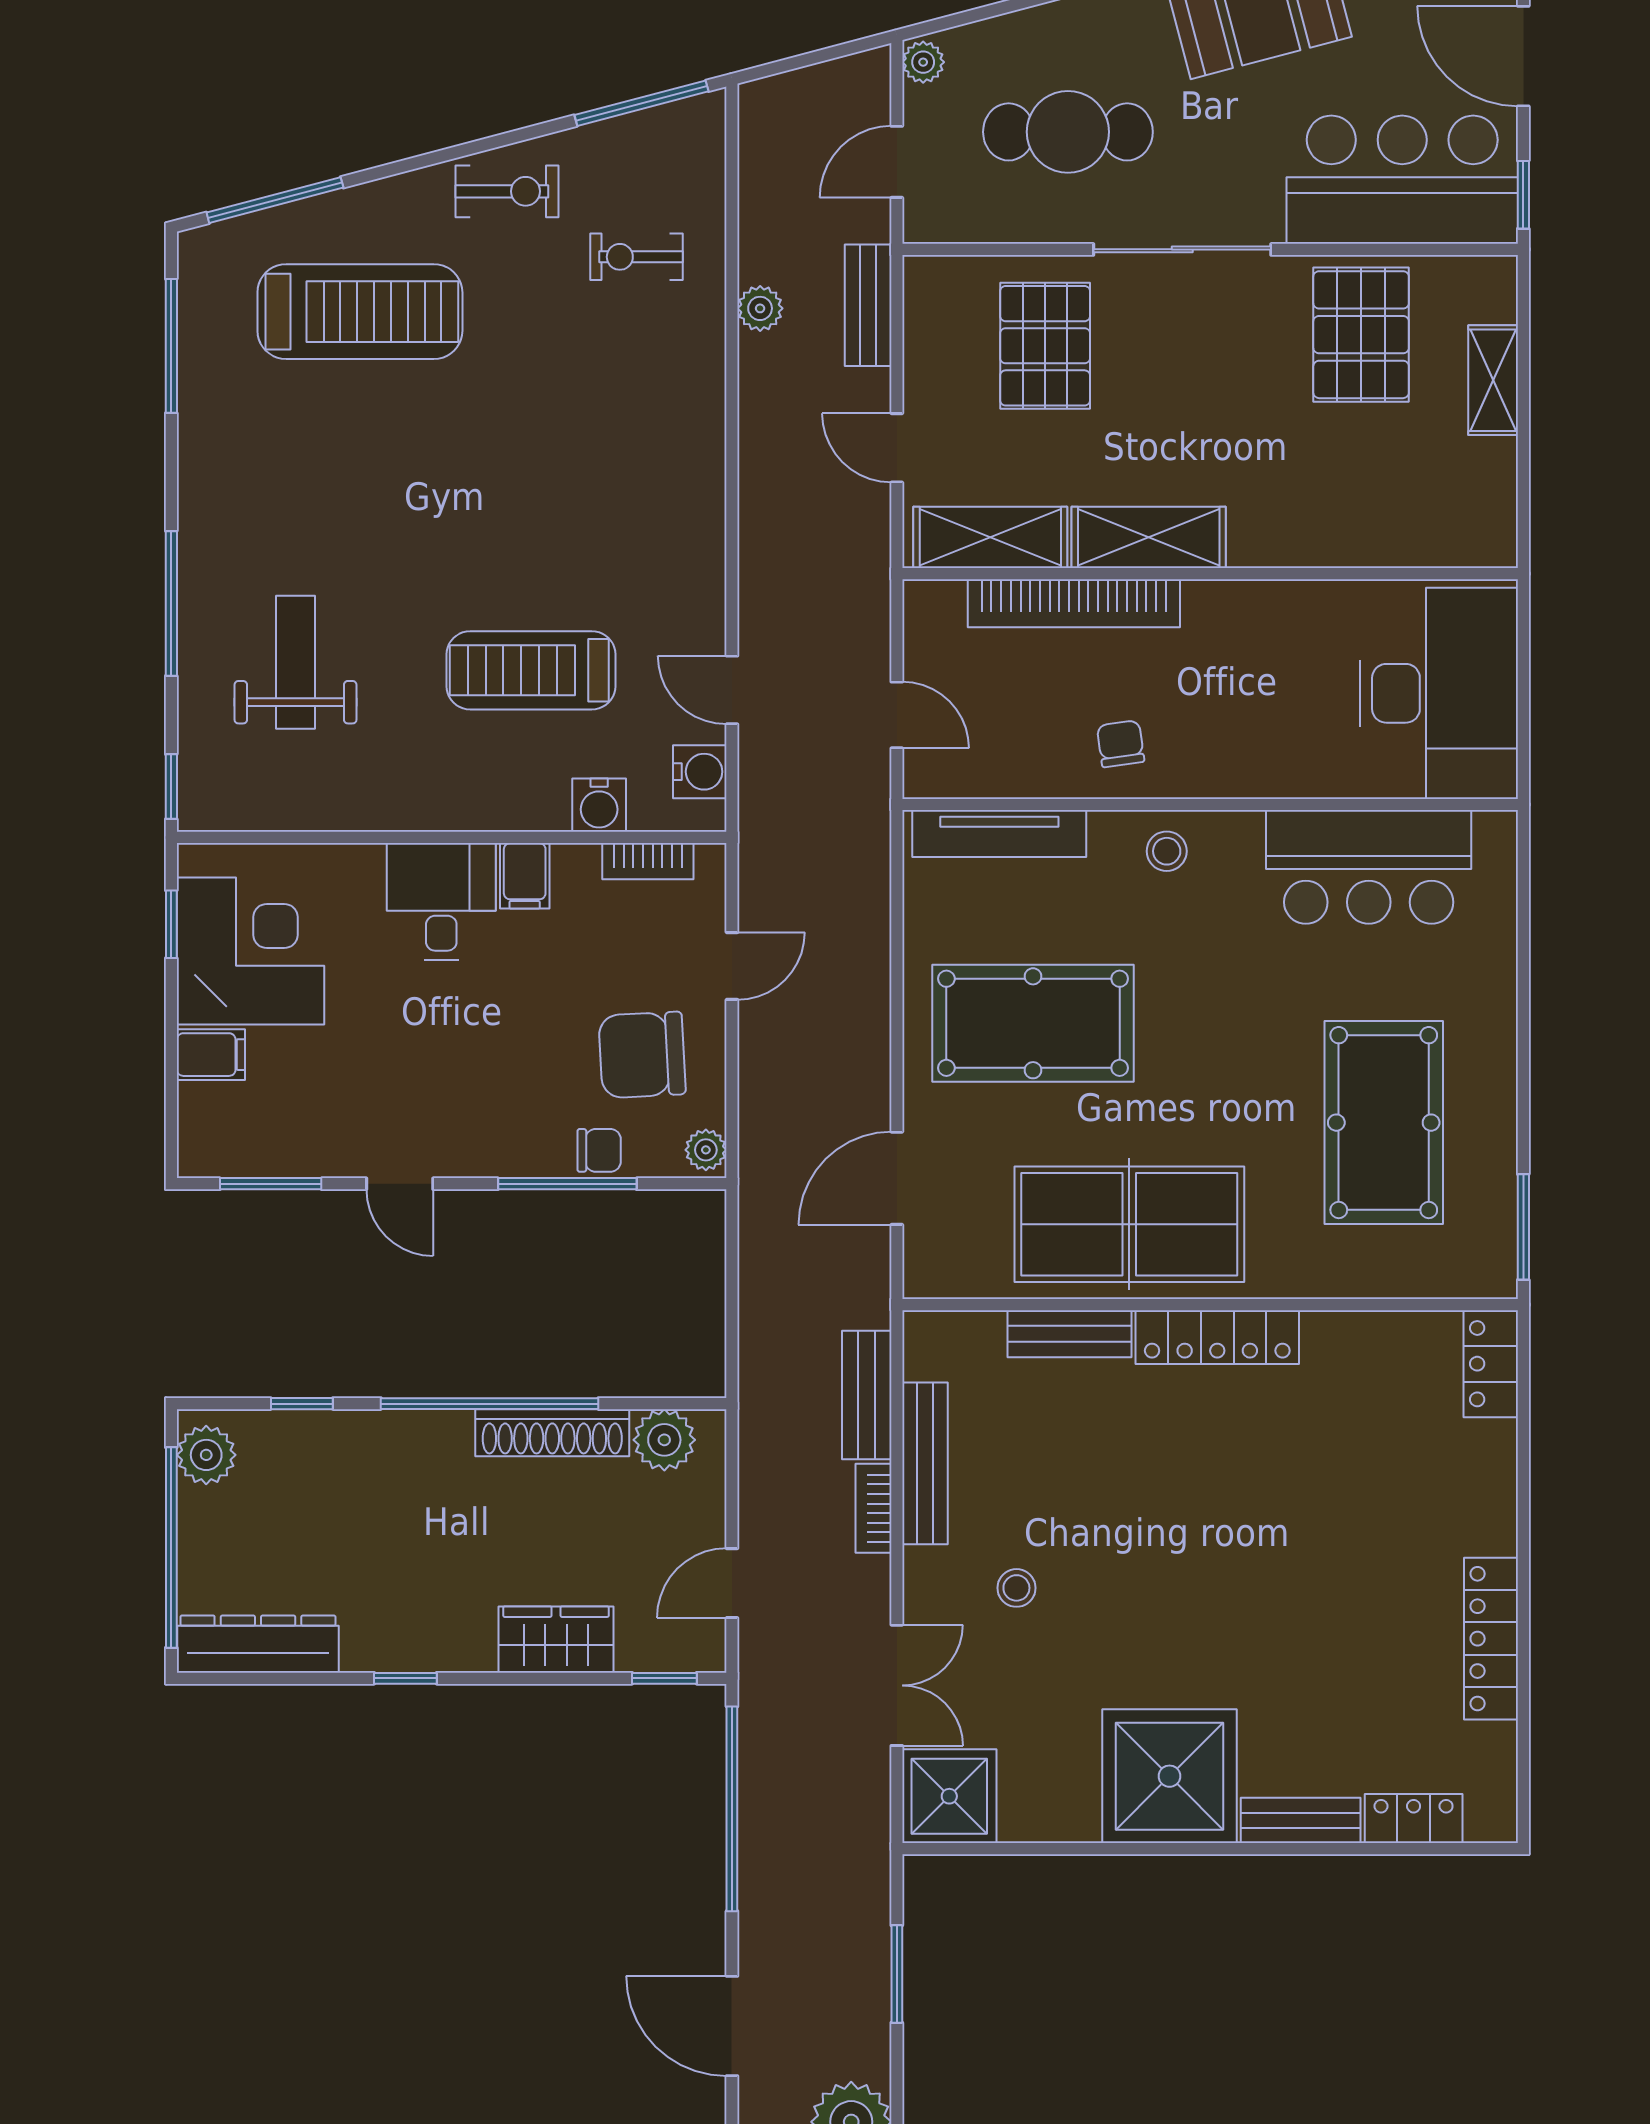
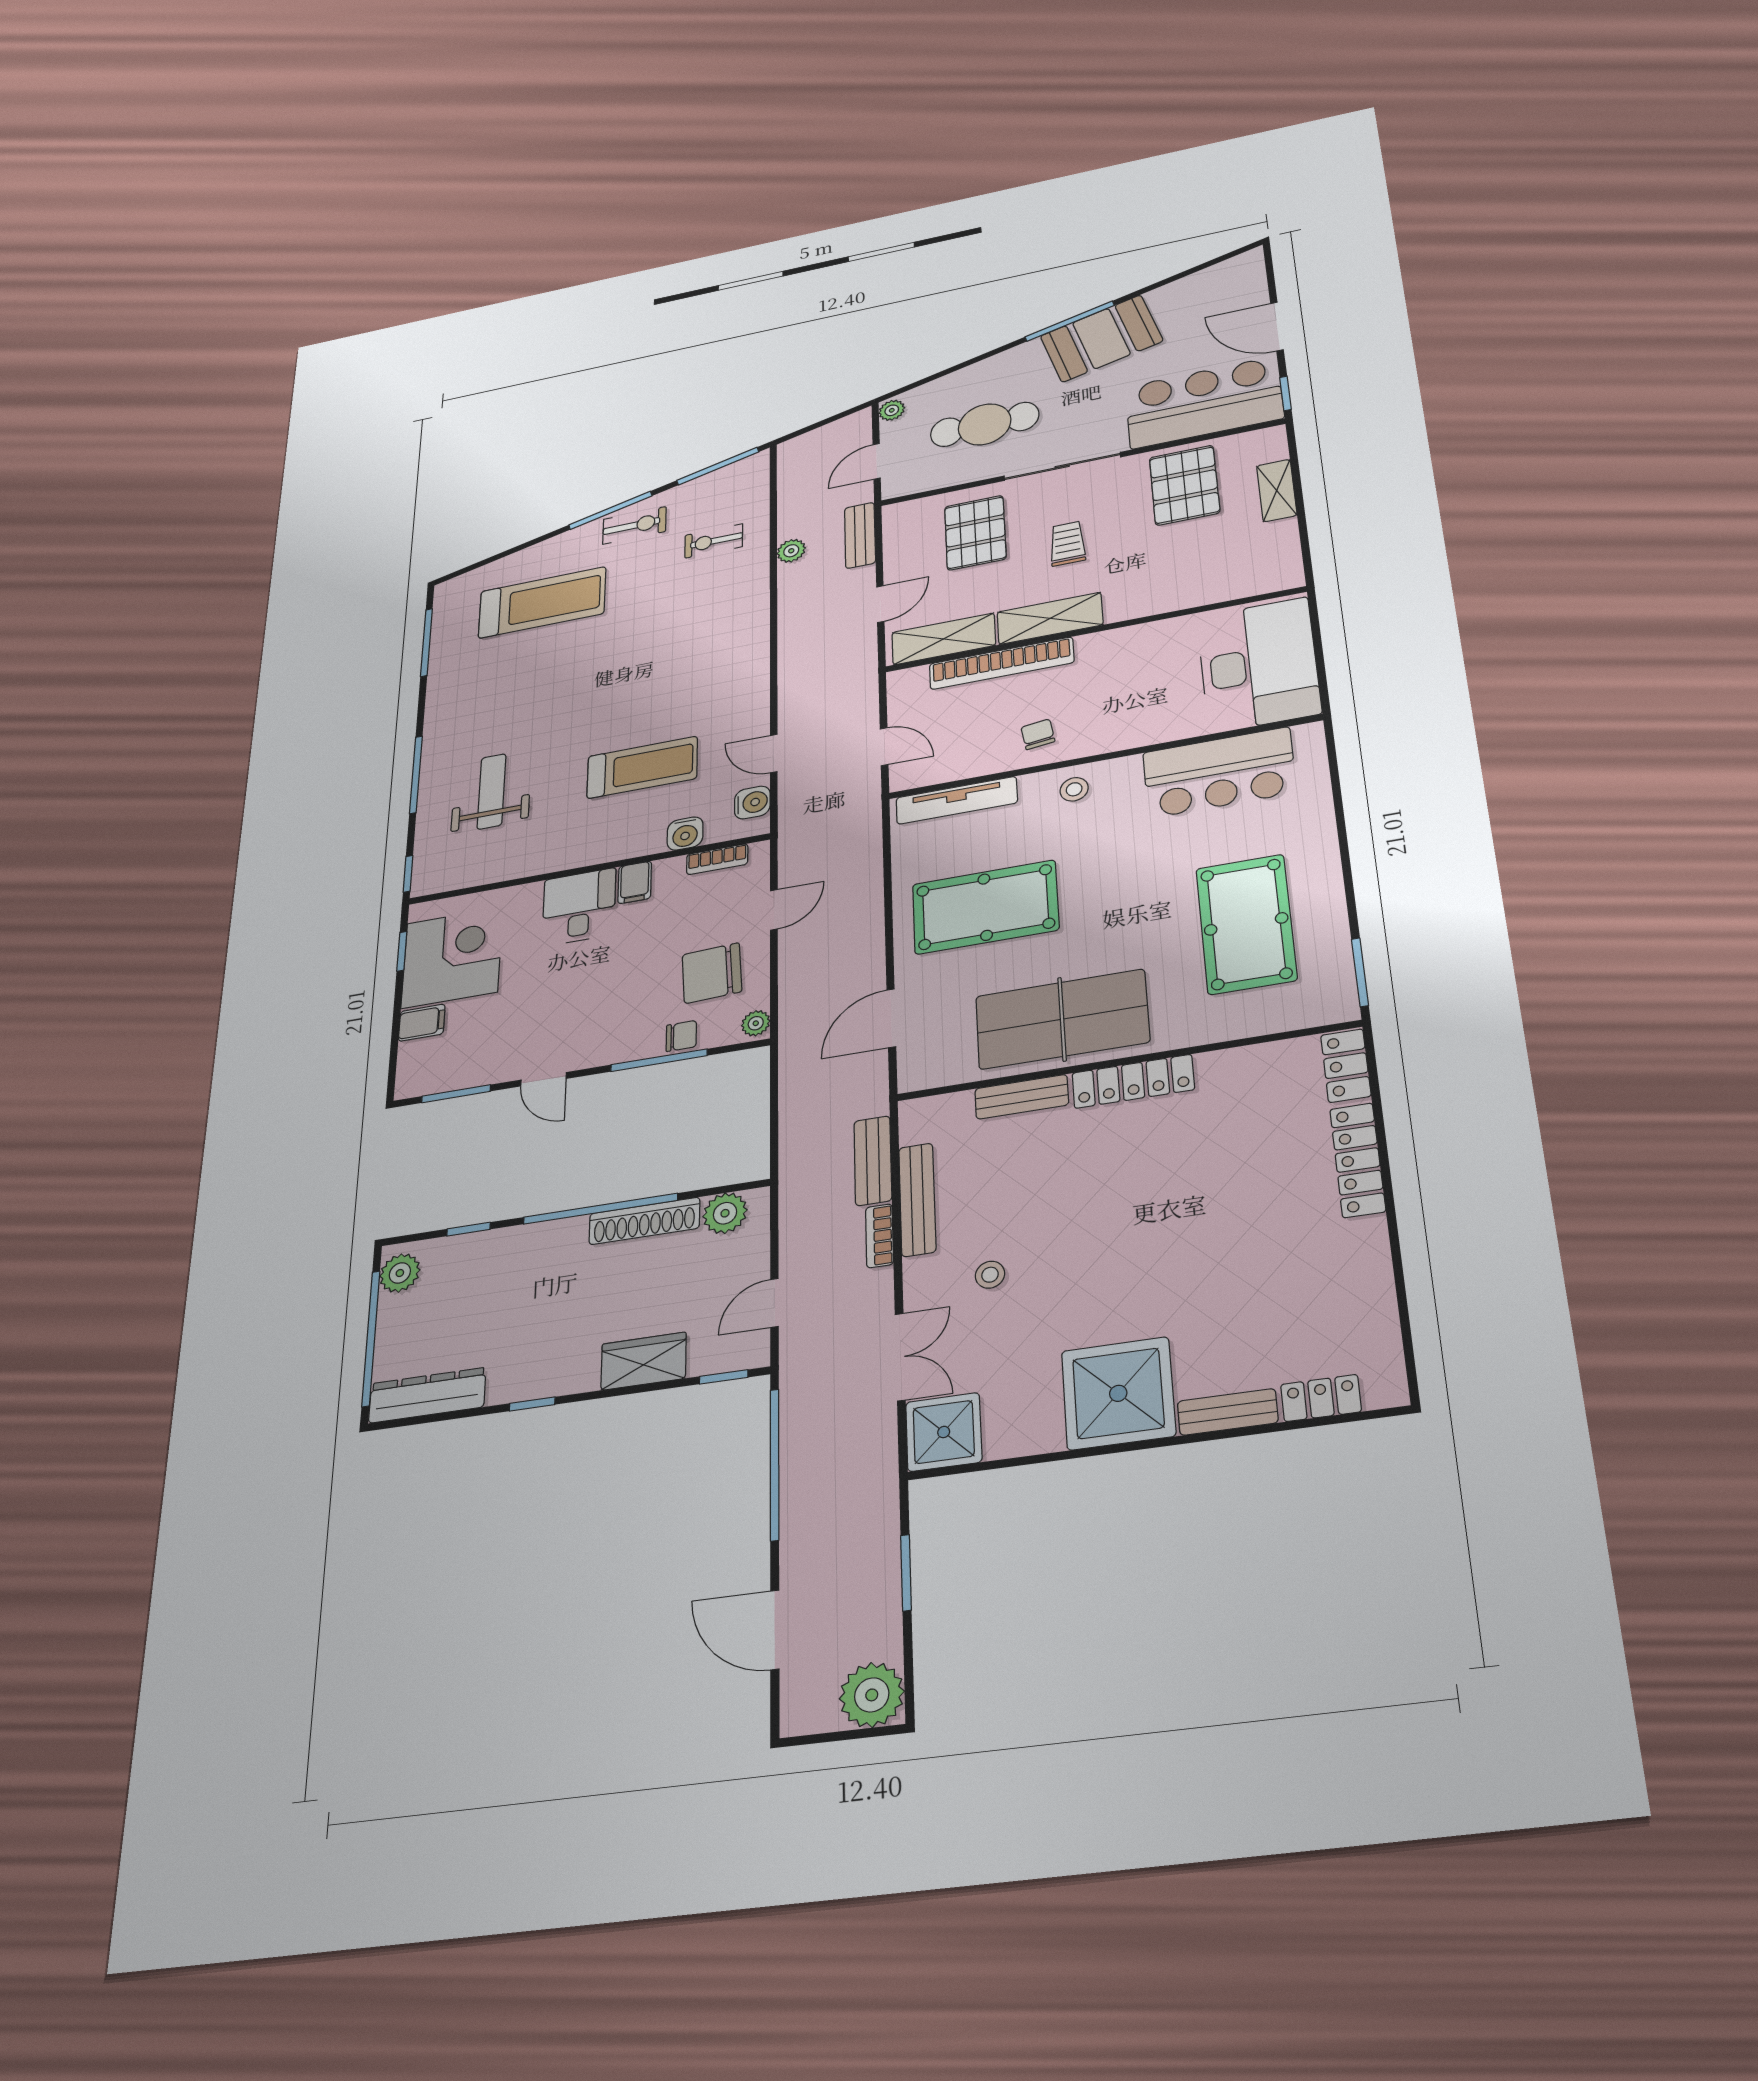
window: (275, 200) -> (610, 510), moved
trolley: (1182, 402) -> (1067, 544), added
door: (897, 448) -> (880, 604), swing flipped
treadmill: (531, 670) -> (642, 767), turned 180
locker: (1491, 1639) -> (1358, 1160), moved

